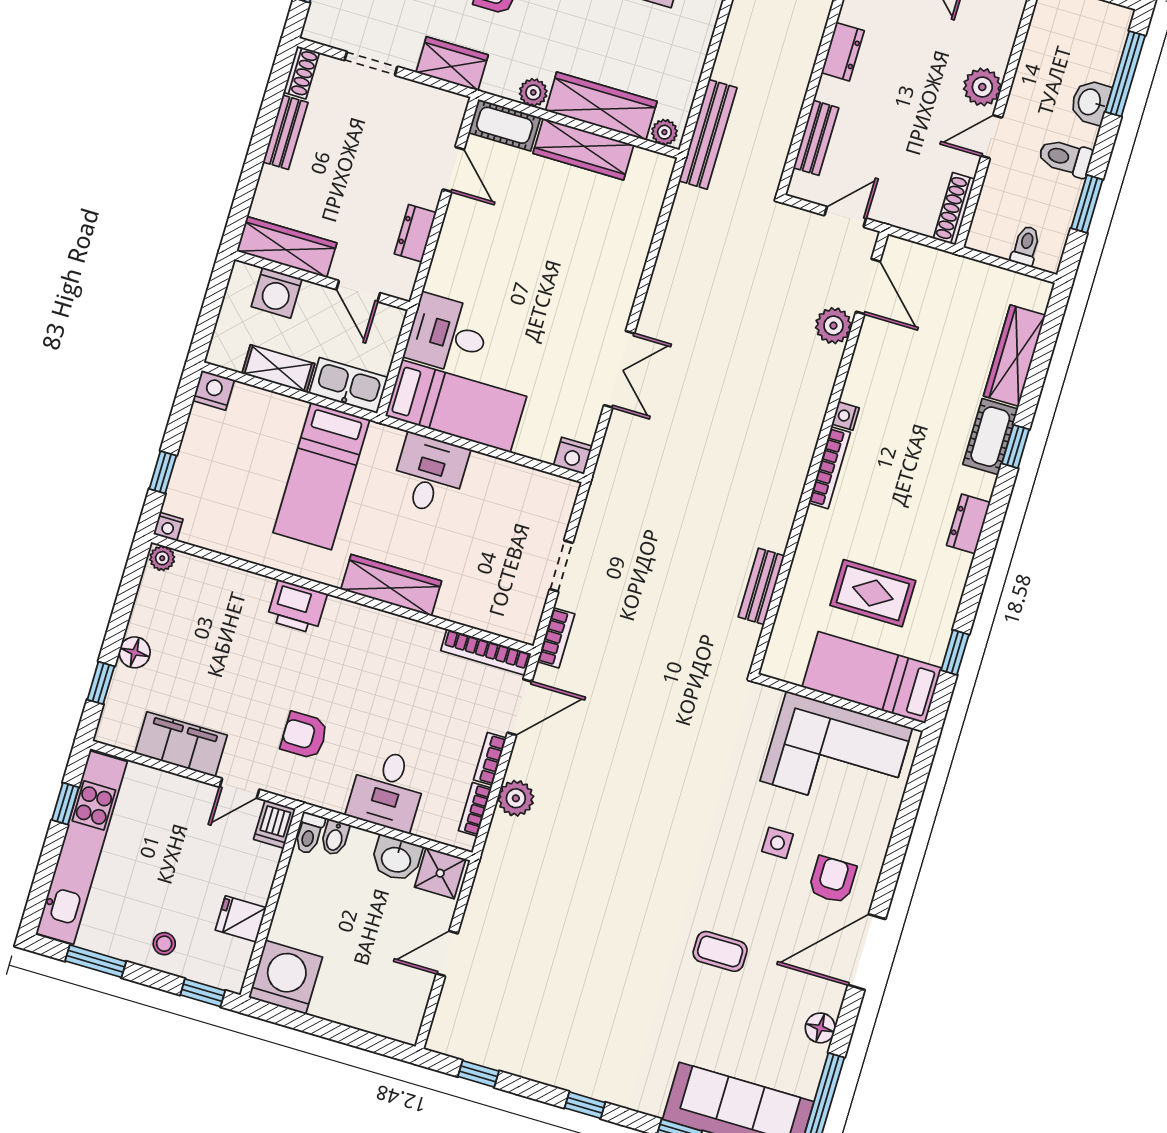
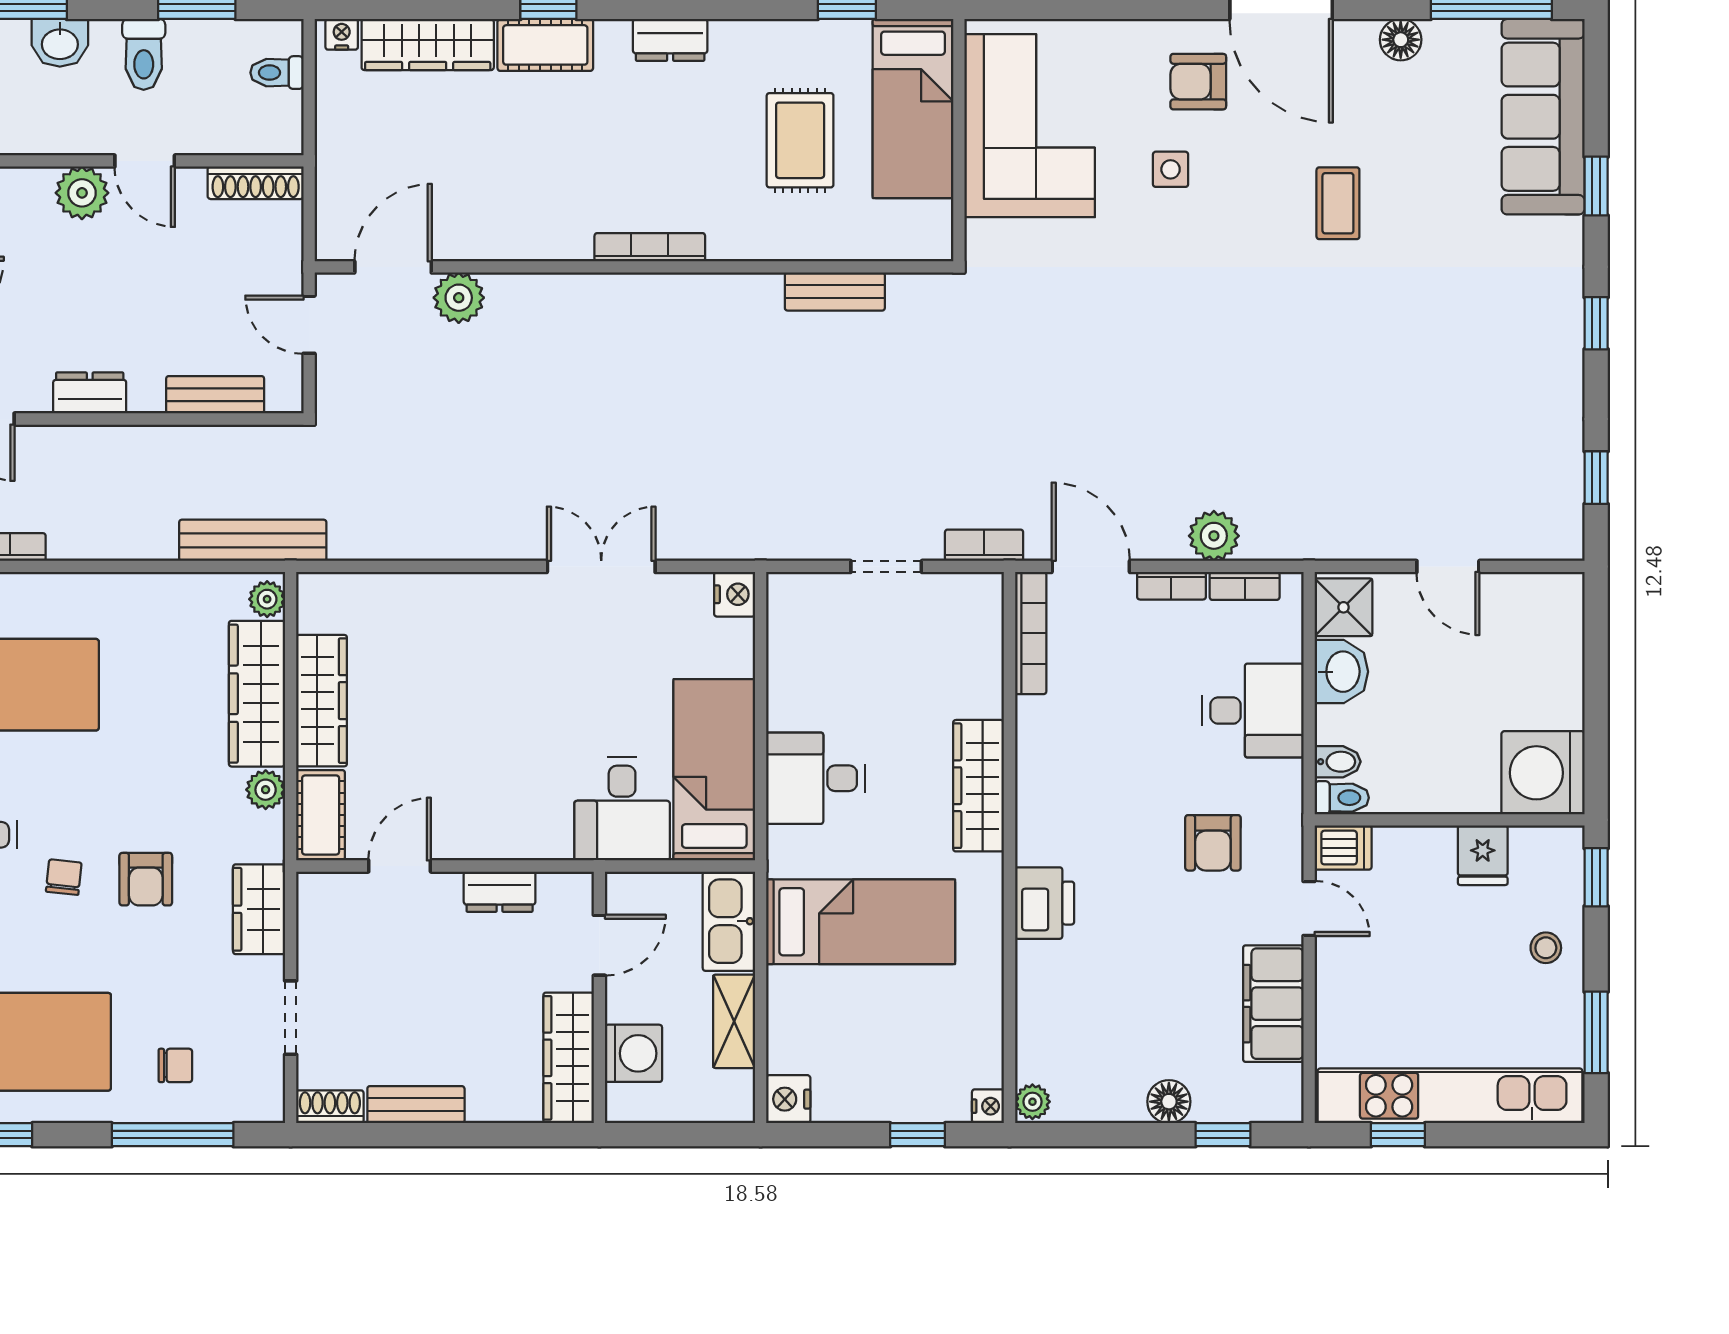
nightstand: (846, 416) -> (342, 34), moved, turned 180

